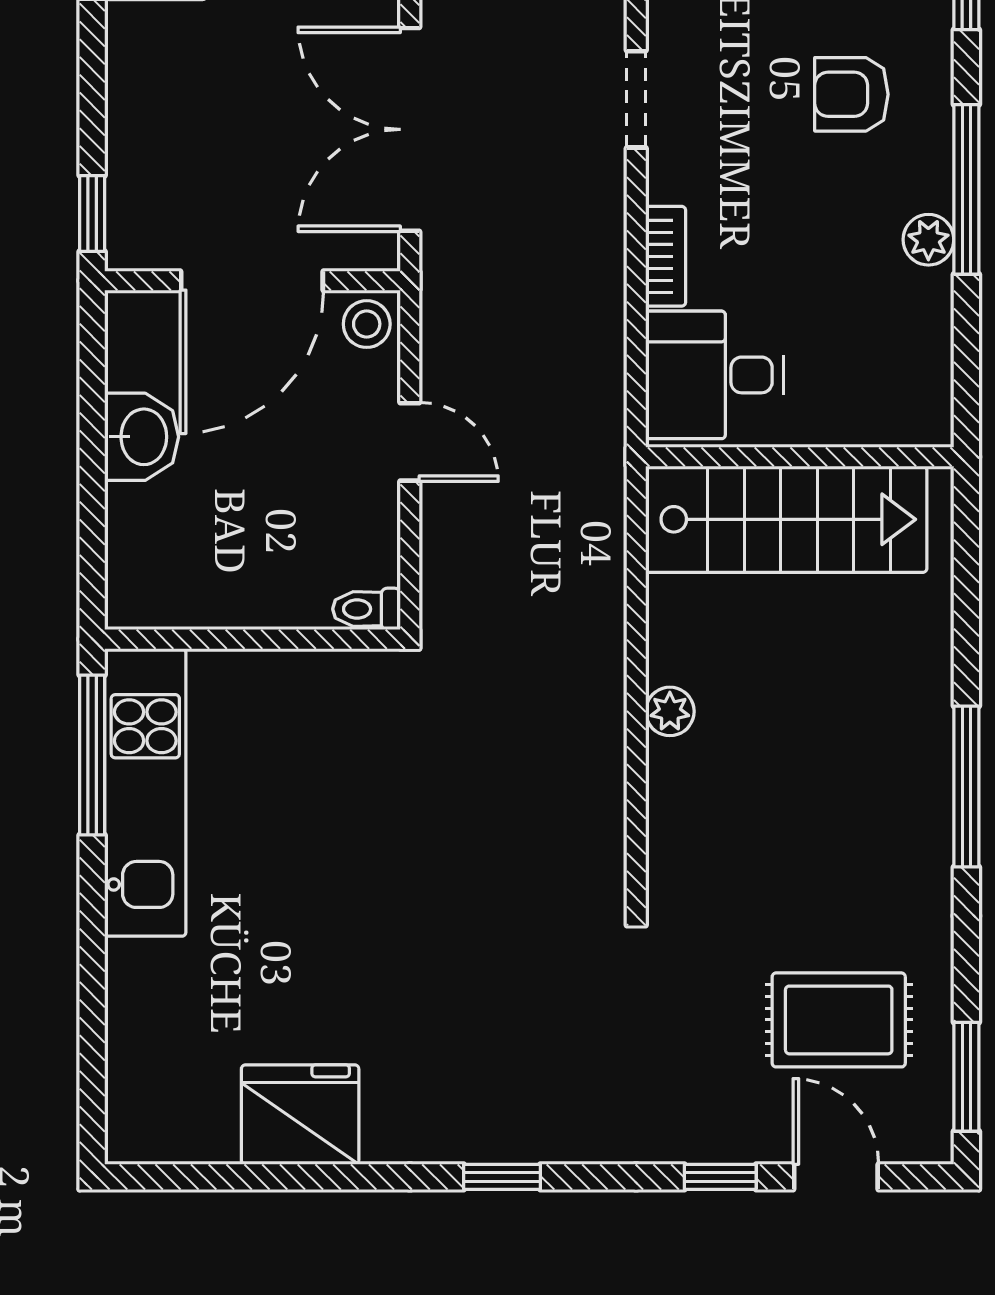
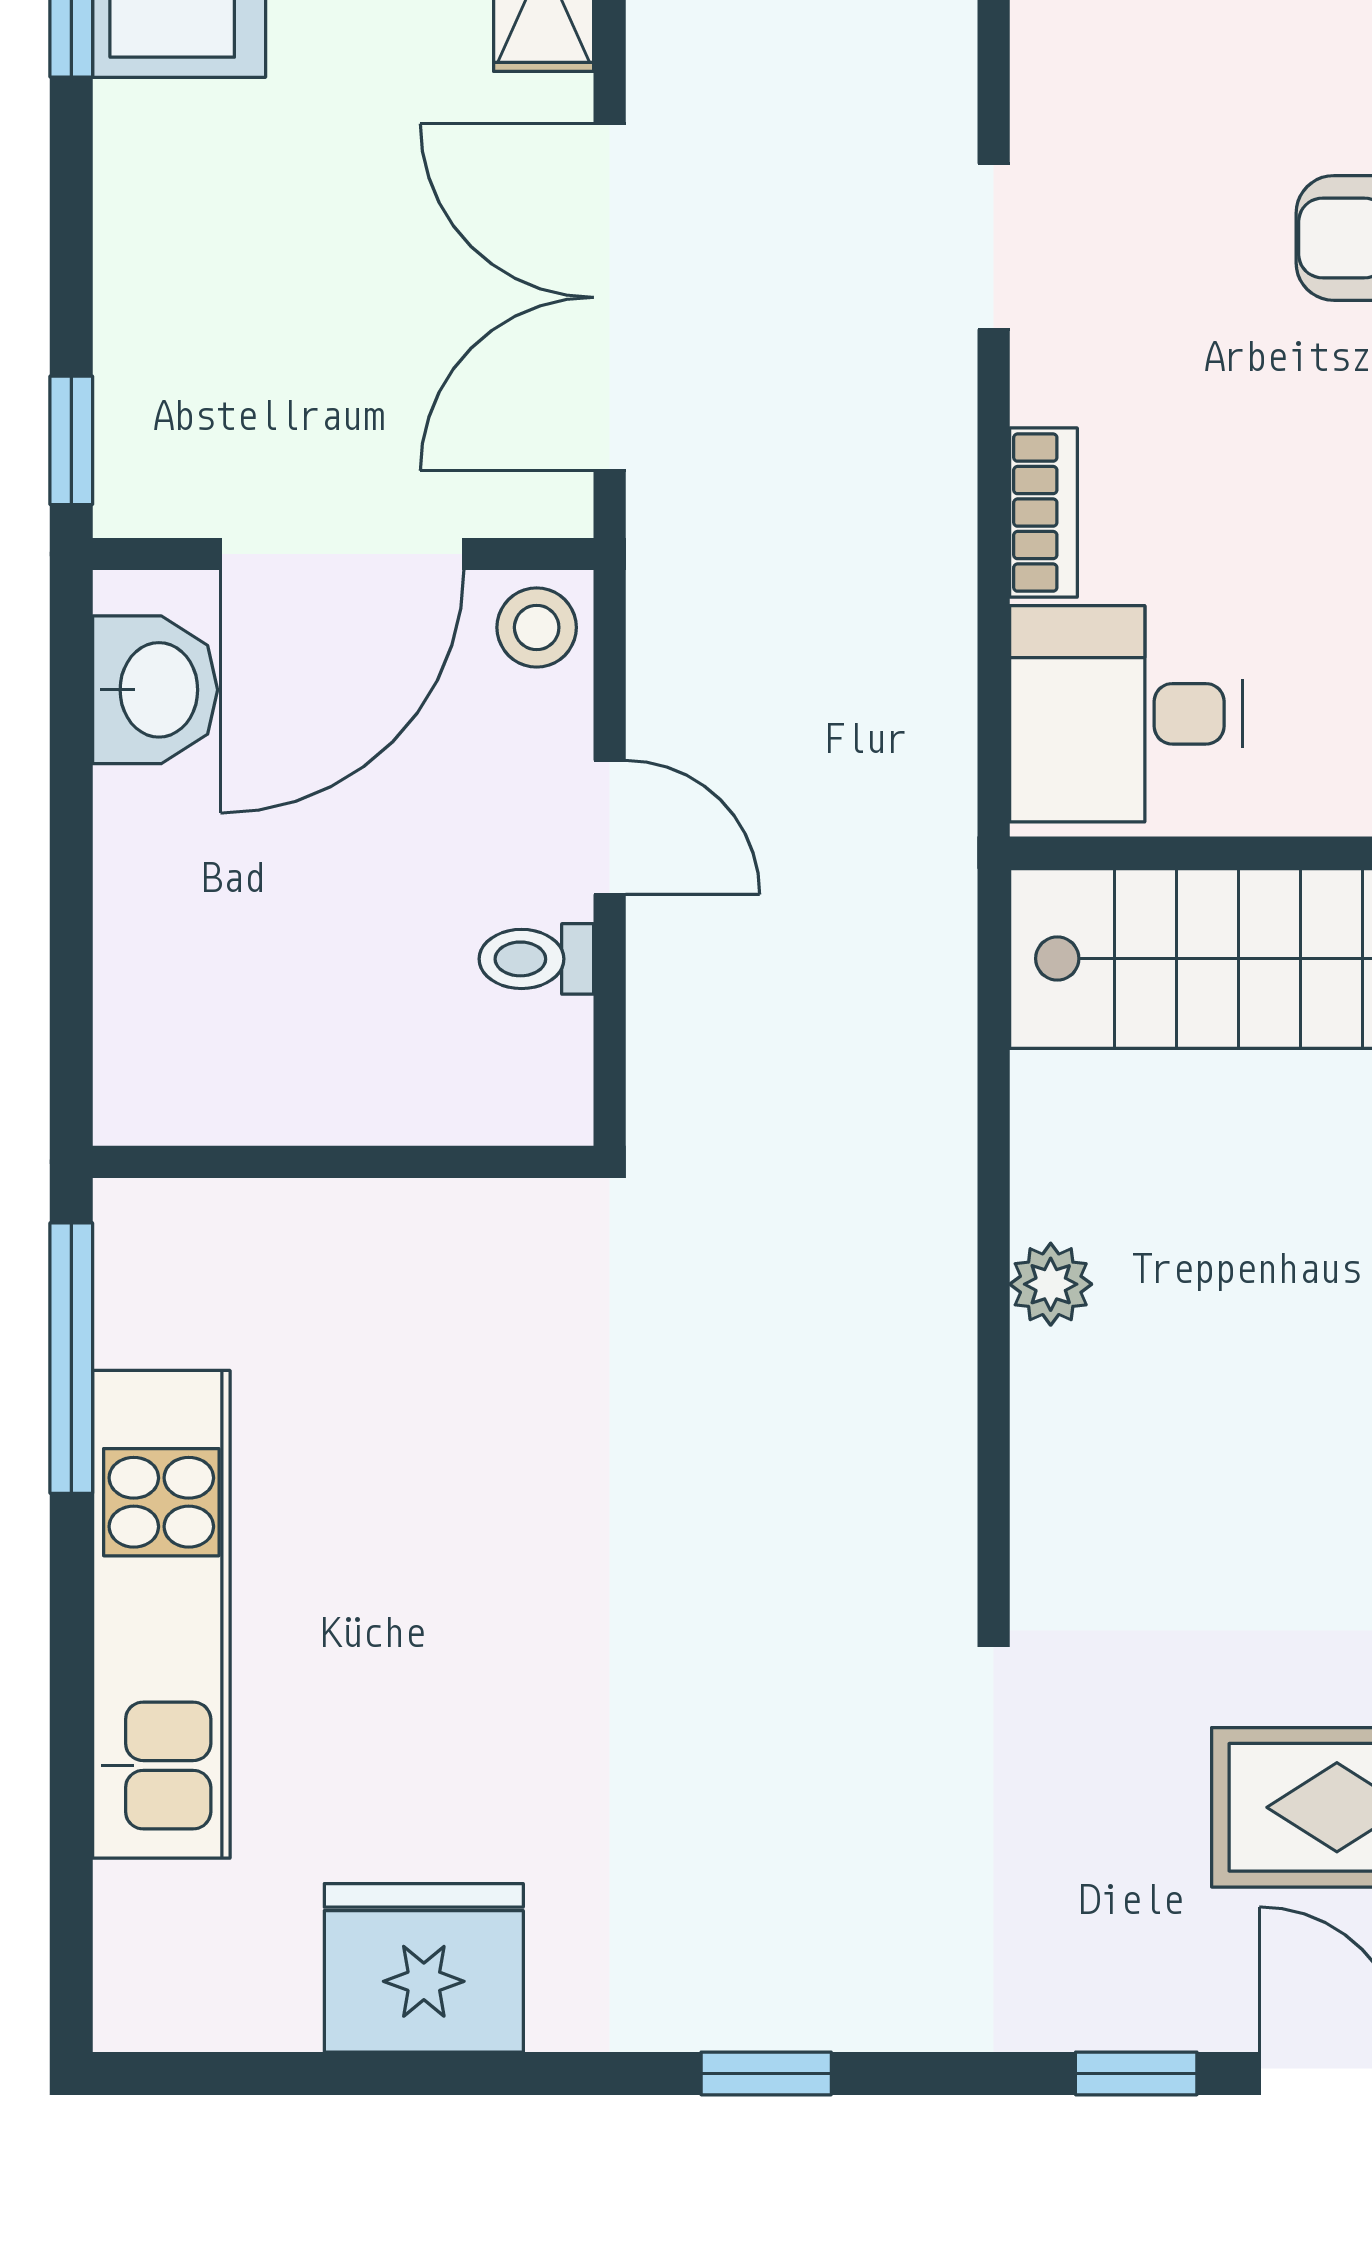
washbasin: (142, 437) -> (155, 690), moved
toilet: (367, 609) -> (536, 959), moved
kitchen unit: (145, 792) -> (161, 1614), moved

